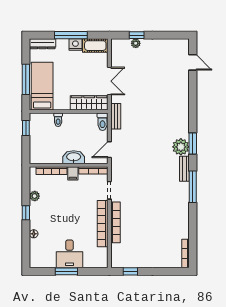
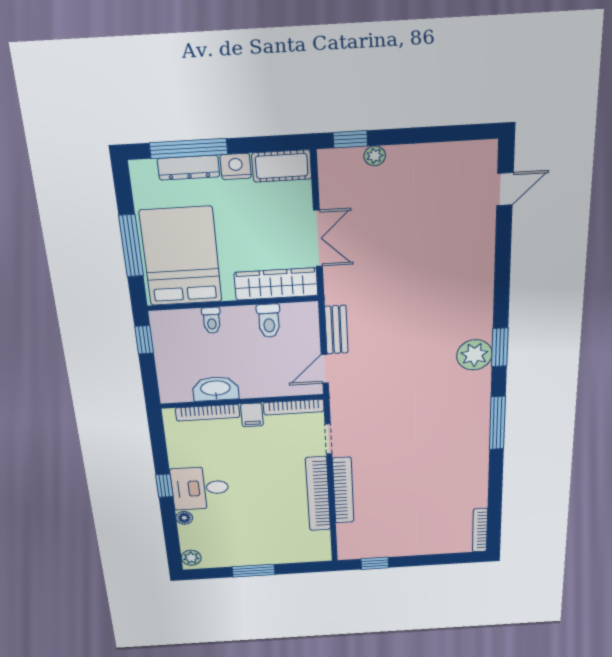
window: (71, 35) -> (189, 148), moved
window: (137, 35) -> (350, 139), moved
dresser: (42, 44) -> (189, 168), moved
door: (193, 62) -> (505, 189), hinge flipped
bed: (42, 86) -> (181, 256), width x1.50
bench: (116, 116) -> (336, 330), moved
toilet: (103, 122) -> (269, 321), moved
washbasin: (74, 157) -> (215, 389), moved
bench: (184, 169) -> (481, 393), removed
plant: (35, 196) -> (191, 558), moved
desk: (69, 254) -> (200, 488), moved, turned 90

